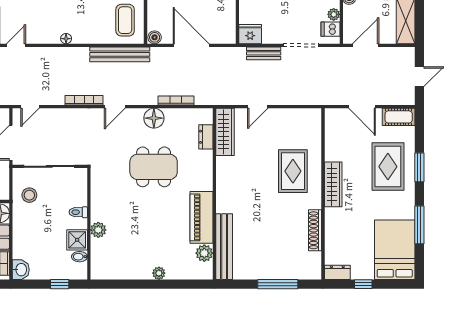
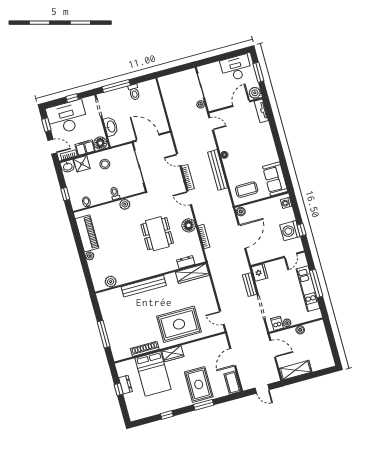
bench: (120, 54) -> (218, 170), moved
door: (30, 107) -> (179, 160), moved
door: (258, 107) -> (222, 318), moved
rug: (388, 167) -> (199, 384), turned 90
rug: (293, 171) -> (179, 324), width x1.37, depth x1.44
wardrobe: (333, 184) -> (173, 354), width x0.67
stool: (29, 195) -> (105, 164), moved
piano: (202, 217) -> (87, 233), moved, turned 90
window: (419, 225) -> (167, 415), width x0.46
plant: (98, 230) -> (125, 204), moved
shower: (77, 240) -> (82, 164), moved
bench: (224, 247) -> (144, 286), moved
bed: (395, 250) -> (153, 374), moved, turned 90
dresser: (337, 272) -> (126, 385), moved

